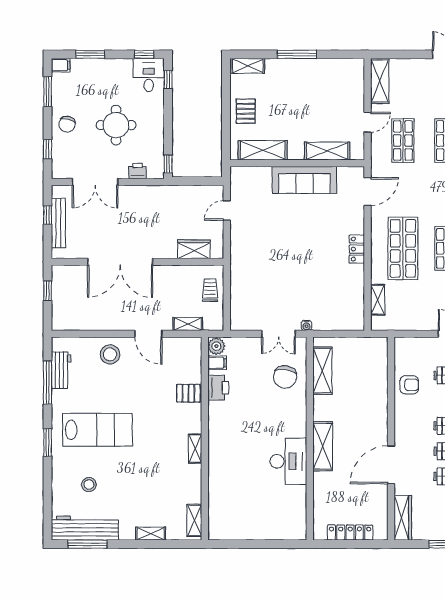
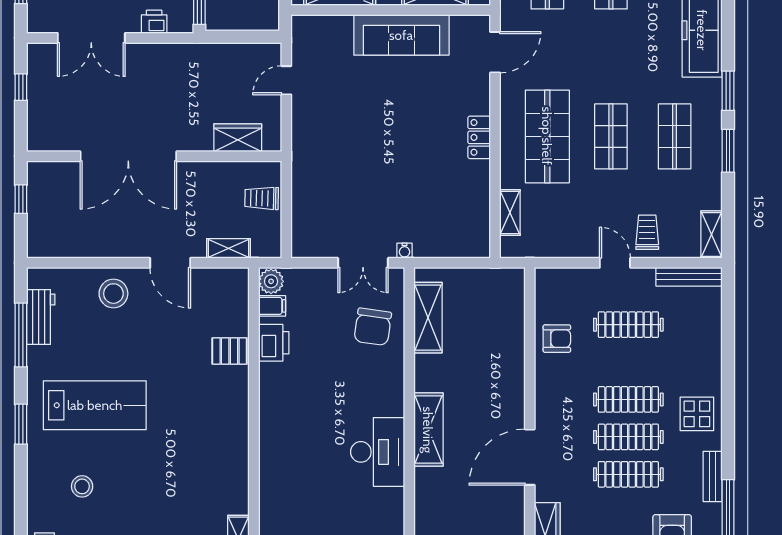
bench: (58, 223) -> (37, 99), removed
trolley: (210, 290) -> (262, 198), turned -89
shelving: (195, 449) -> (239, 433), removed

